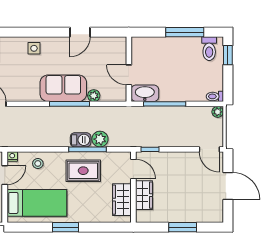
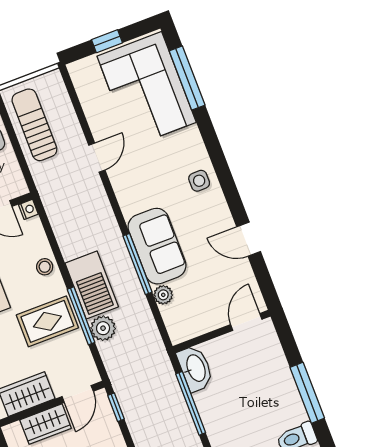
door: (129, 75) -> (246, 322), moved
barbecue: (81, 140) -> (92, 285), width x1.88, depth x1.53
stool: (38, 163) -> (45, 267), moved
rug: (83, 171) -> (47, 321), turned 90

